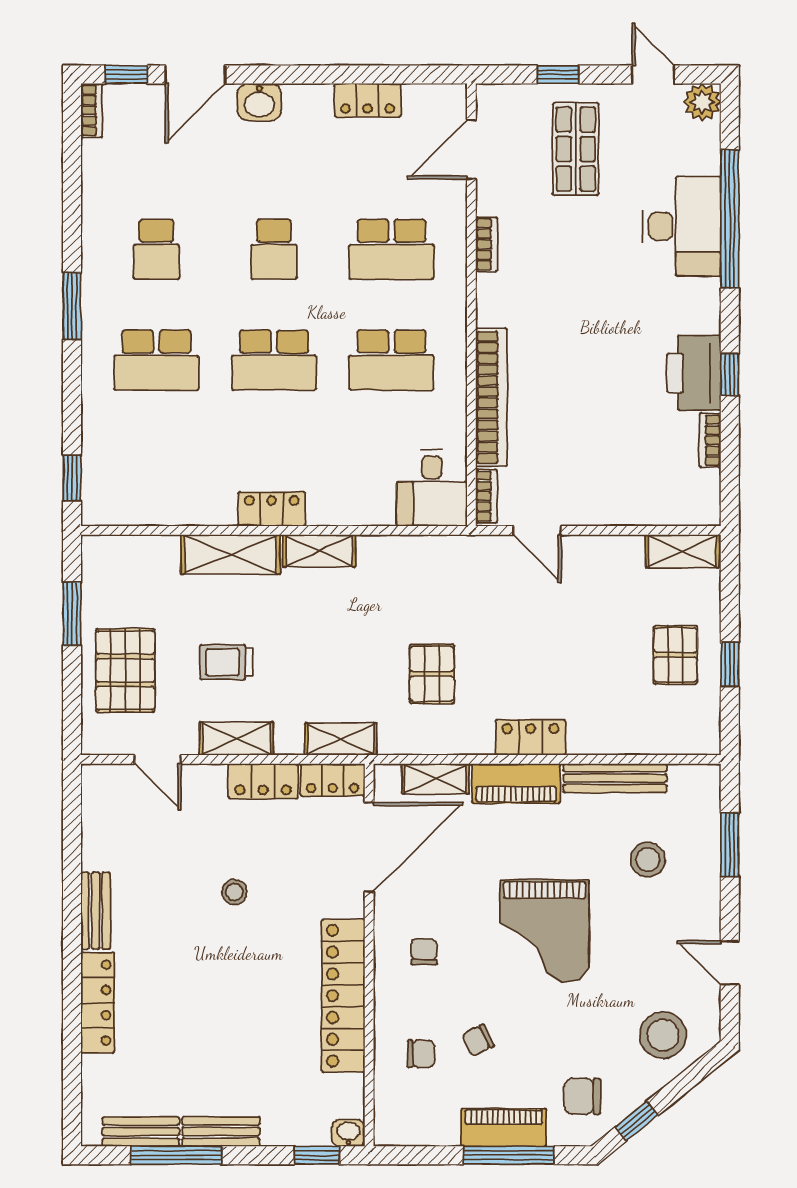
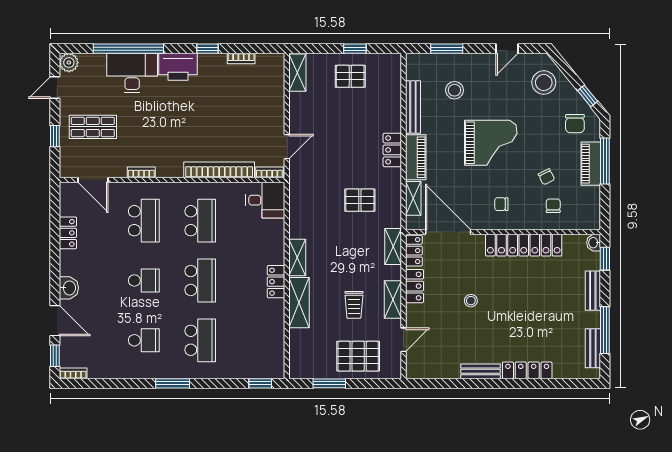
printer: (694, 373) -> (178, 67), moved
bench: (221, 1132) -> (593, 291), moved

